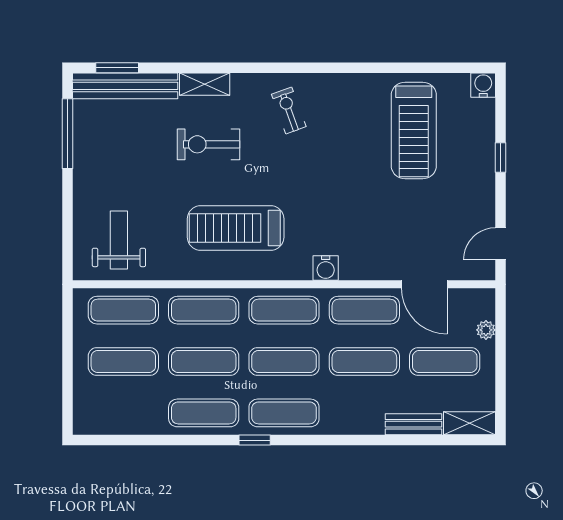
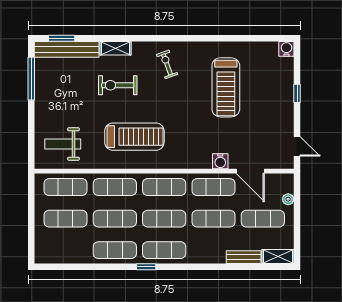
treadmill: (414, 130) -> (226, 87), moved
treadmill: (236, 228) -> (134, 137), turned 180
weight bench: (119, 240) -> (63, 144), turned -90
door: (501, 244) -> (297, 146), swing flipped
water cooler: (326, 268) -> (220, 161), moved

